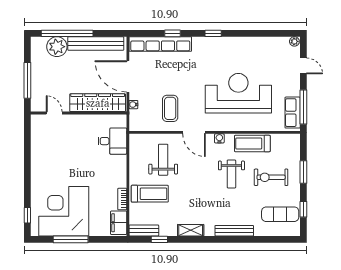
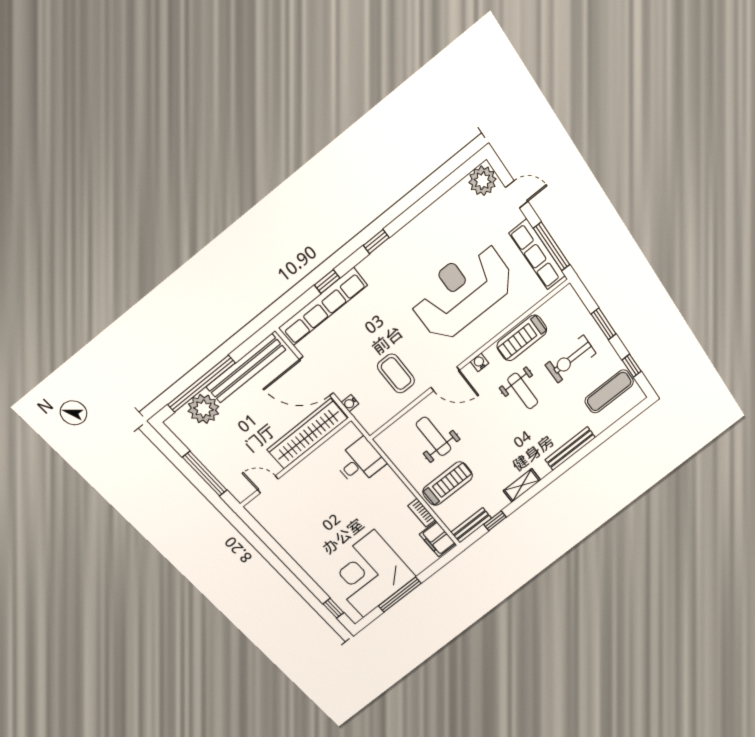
plant: (294, 41) -> (483, 181), width x1.88, depth x1.88
row of seats: (293, 113) -> (537, 255), width x1.48

